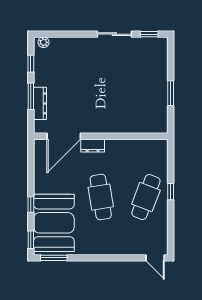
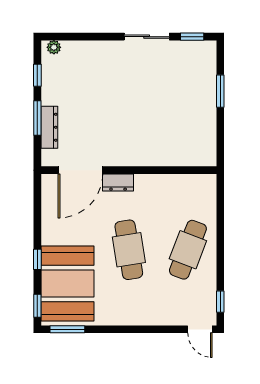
window: (171, 93) -> (220, 91), moved
window: (171, 192) -> (220, 302), moved

